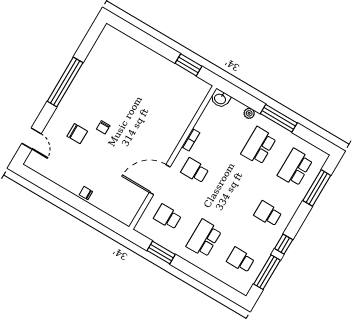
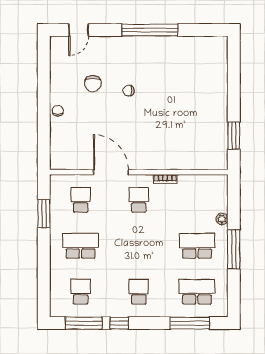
washbasin: (220, 99) -> (220, 184), removed
chair: (77, 134) -> (93, 84), moved

